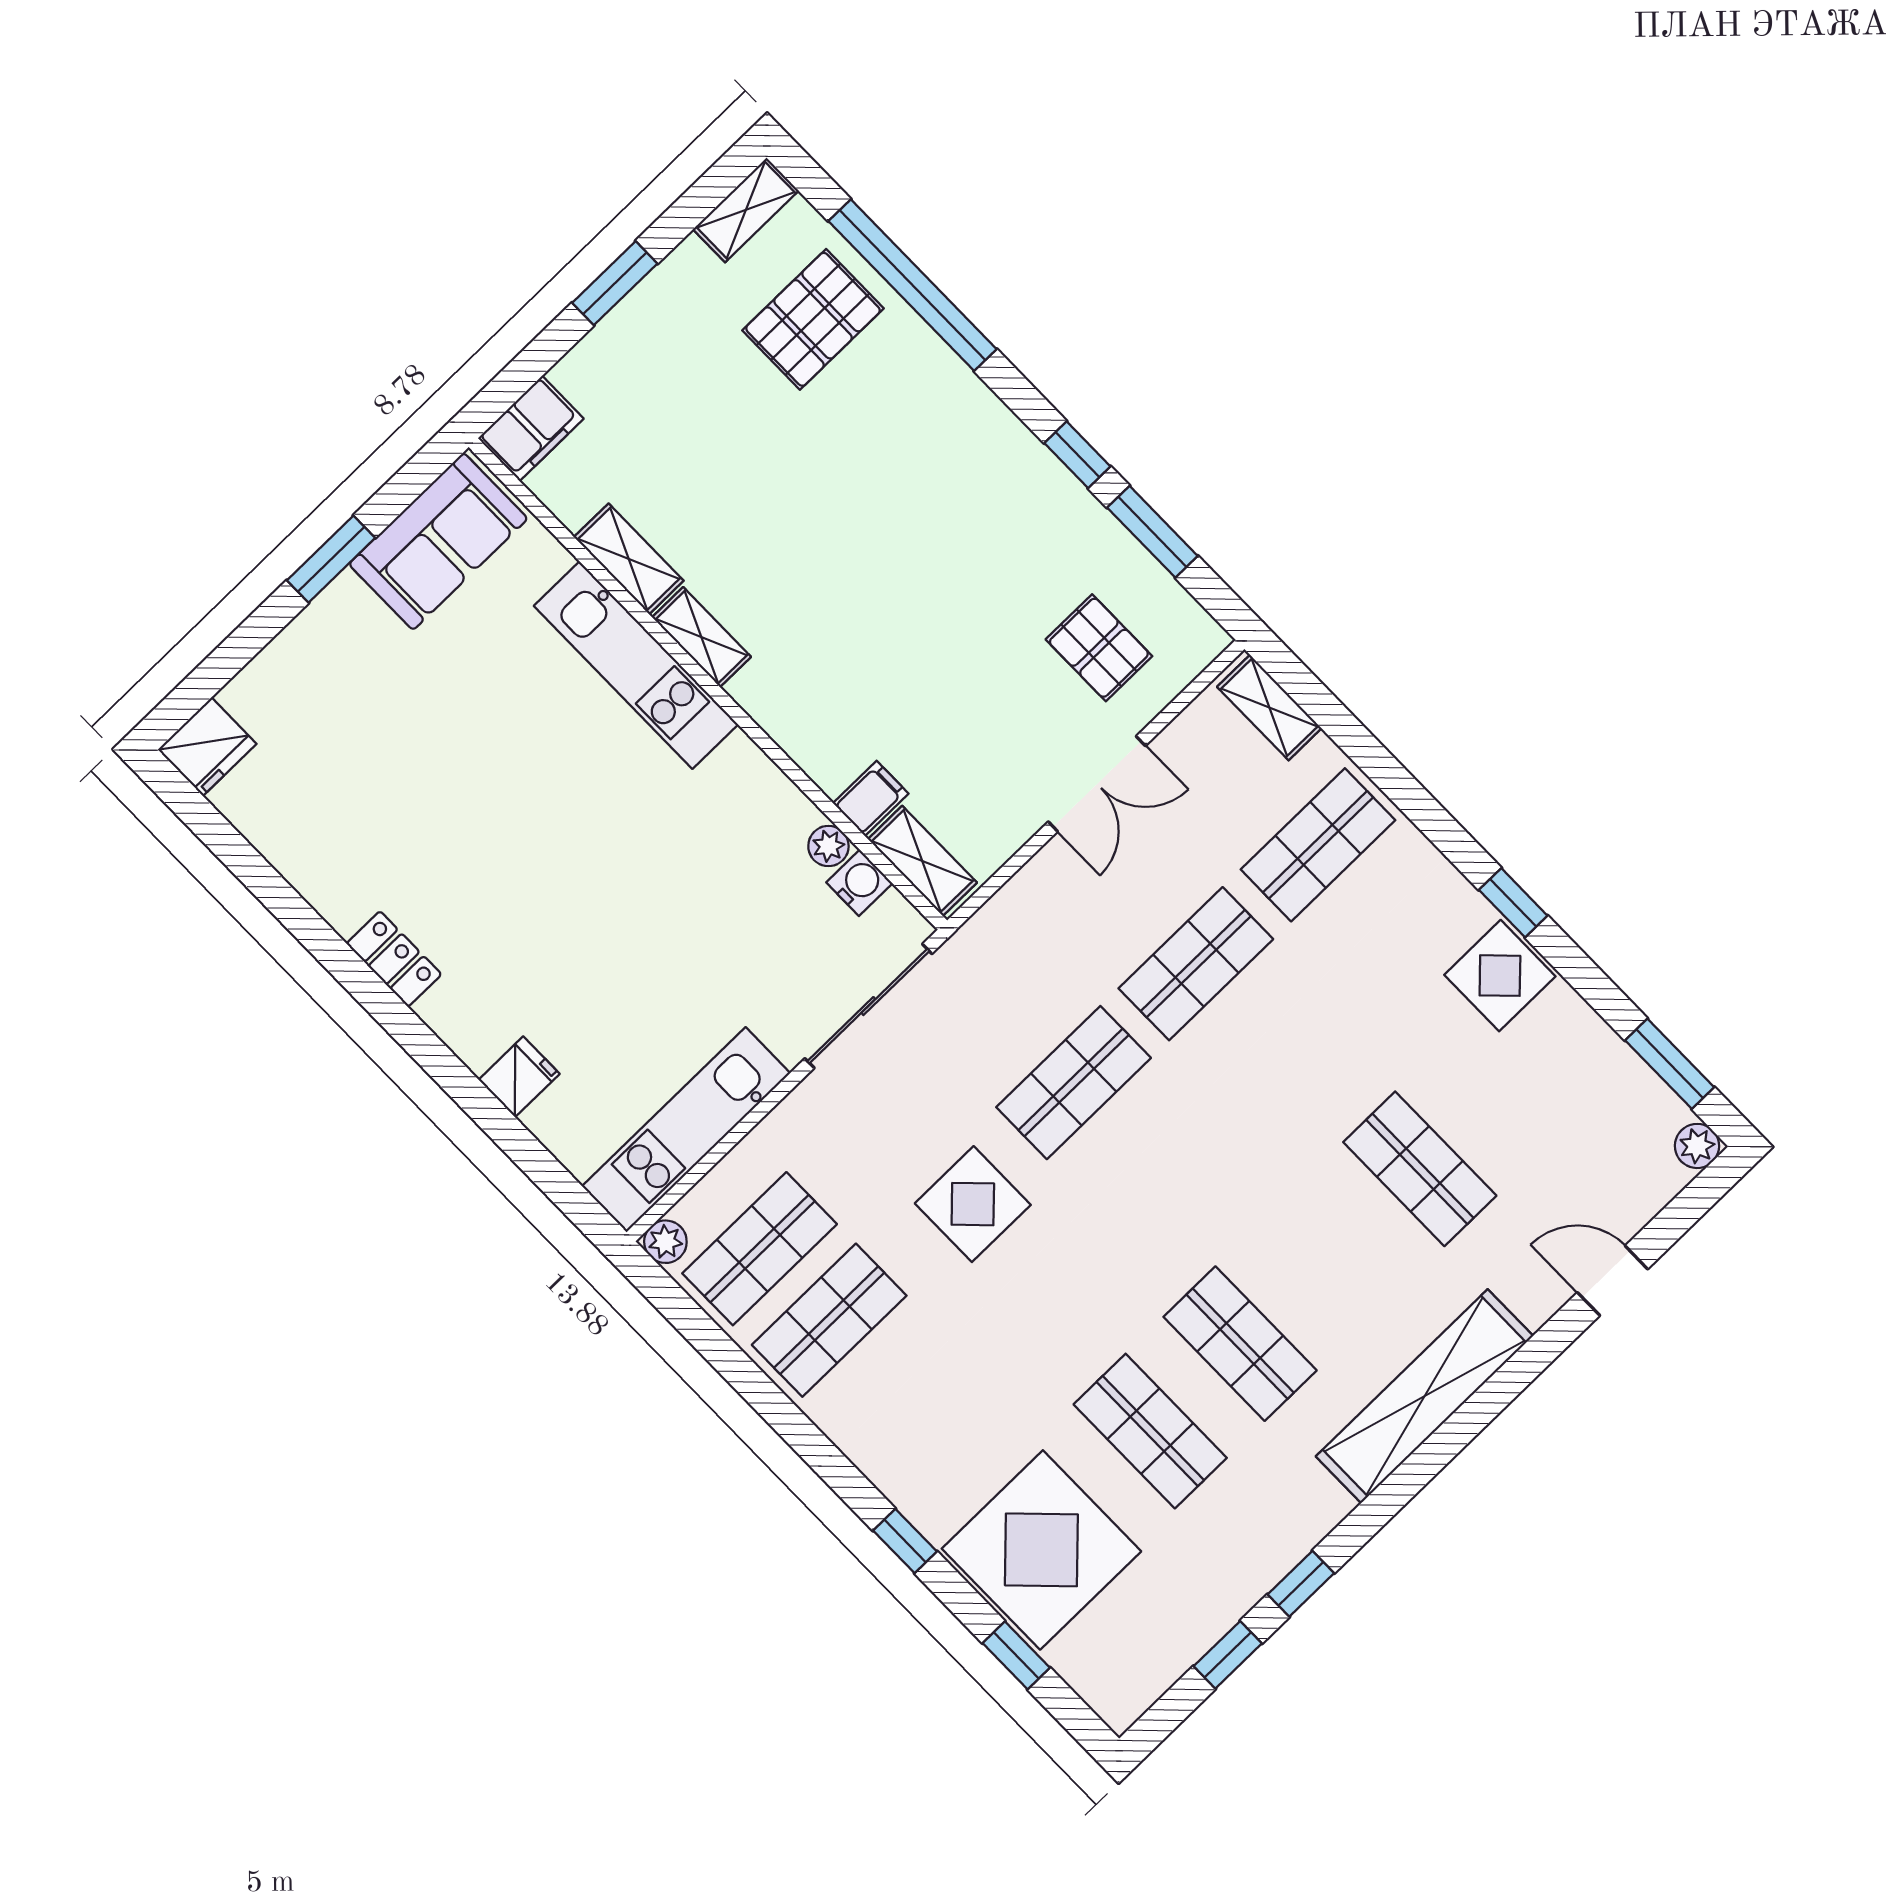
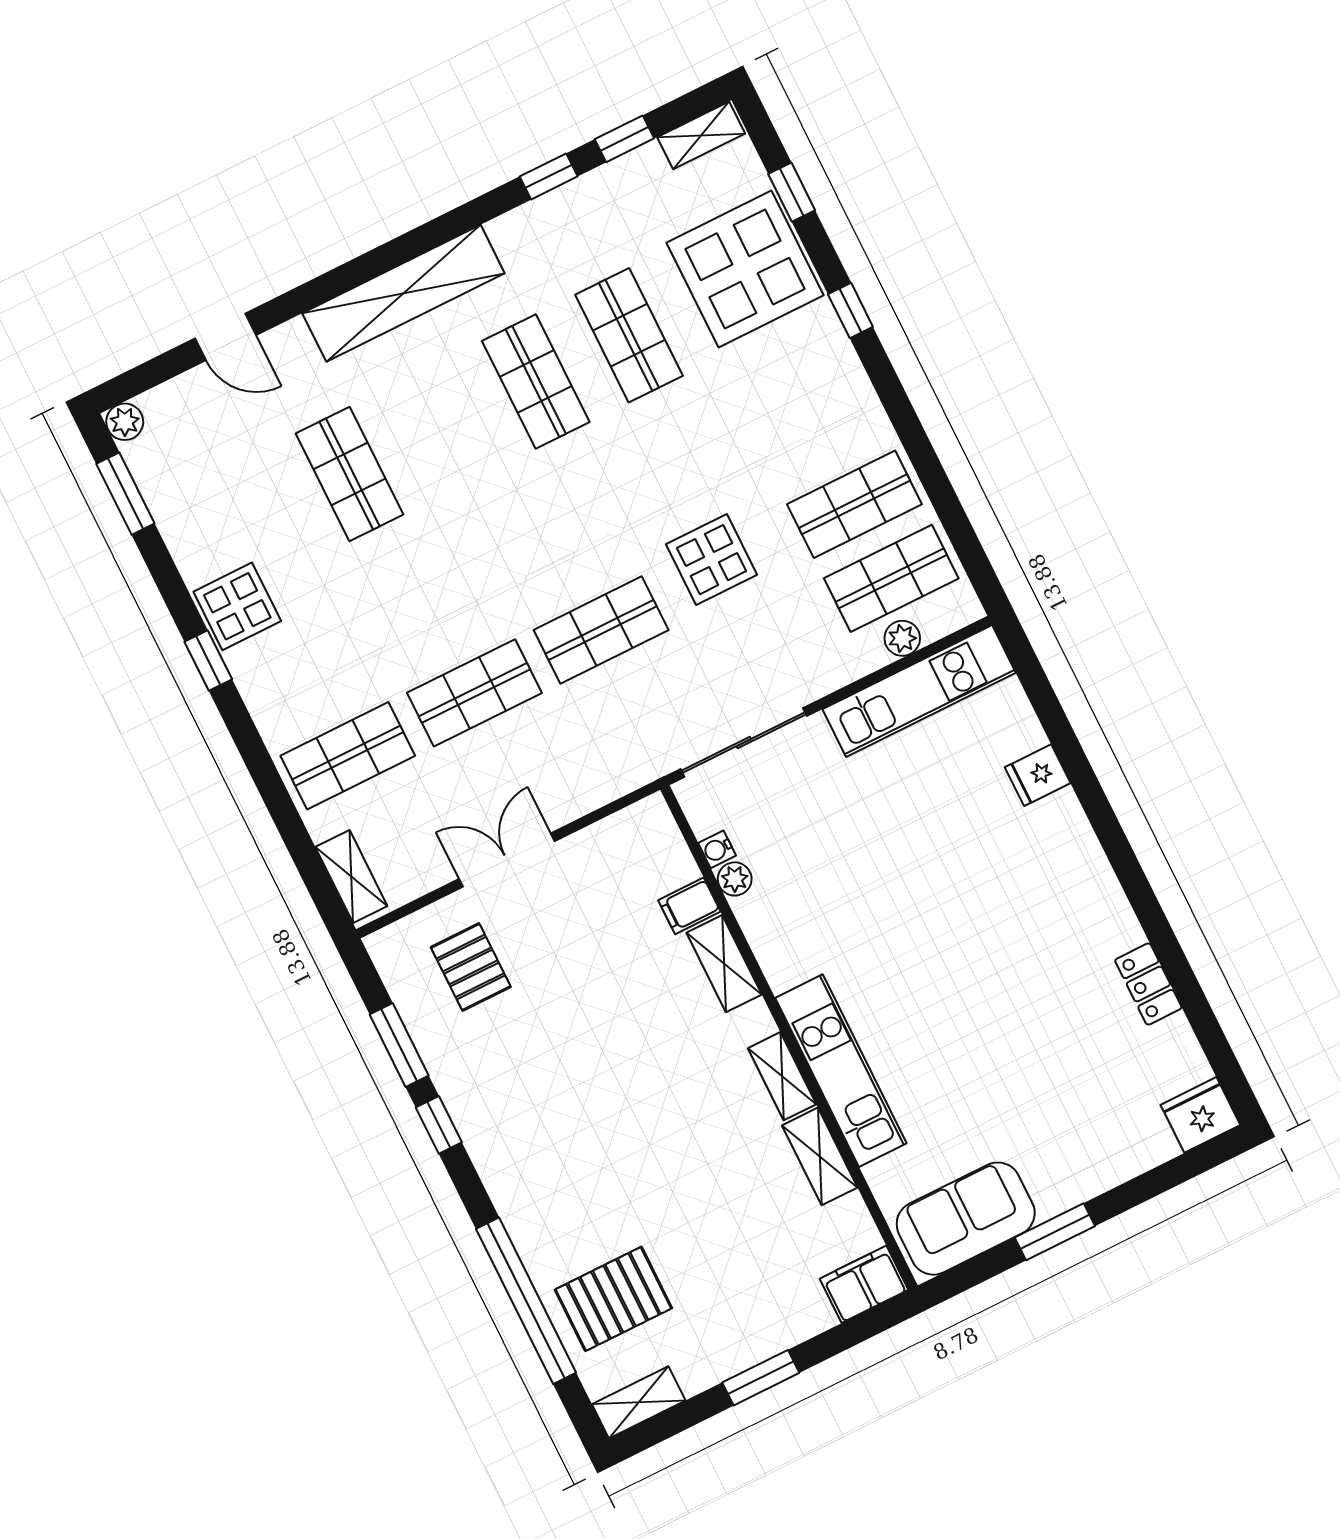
shelving: (922, 861) -> (724, 964), moved
water cooler: (859, 883) -> (717, 849), width x0.72, depth x0.72
locker: (394, 959) -> (1148, 984), moved
plant: (665, 1242) -> (902, 638), moved
shelving: (1141, 1687) -> (701, 135), added

